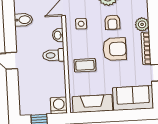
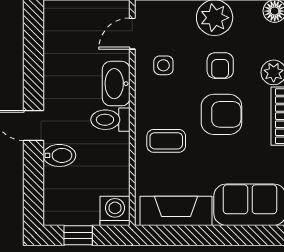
bidet: (23, 20) -> (59, 155), moved
washbasin: (58, 35) -> (116, 84), width x1.91, depth x1.45

